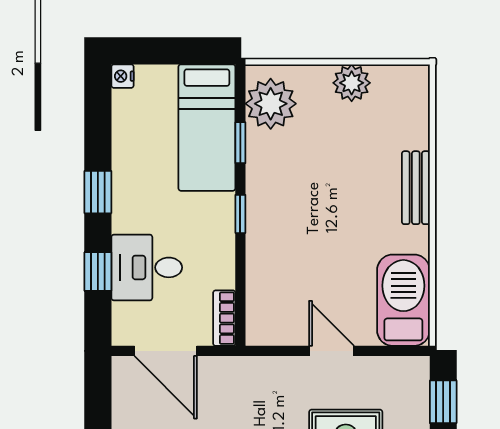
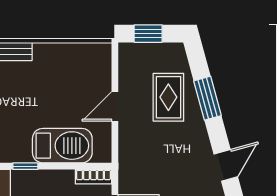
barbecue: (403, 300) -> (62, 146), moved, turned 180

